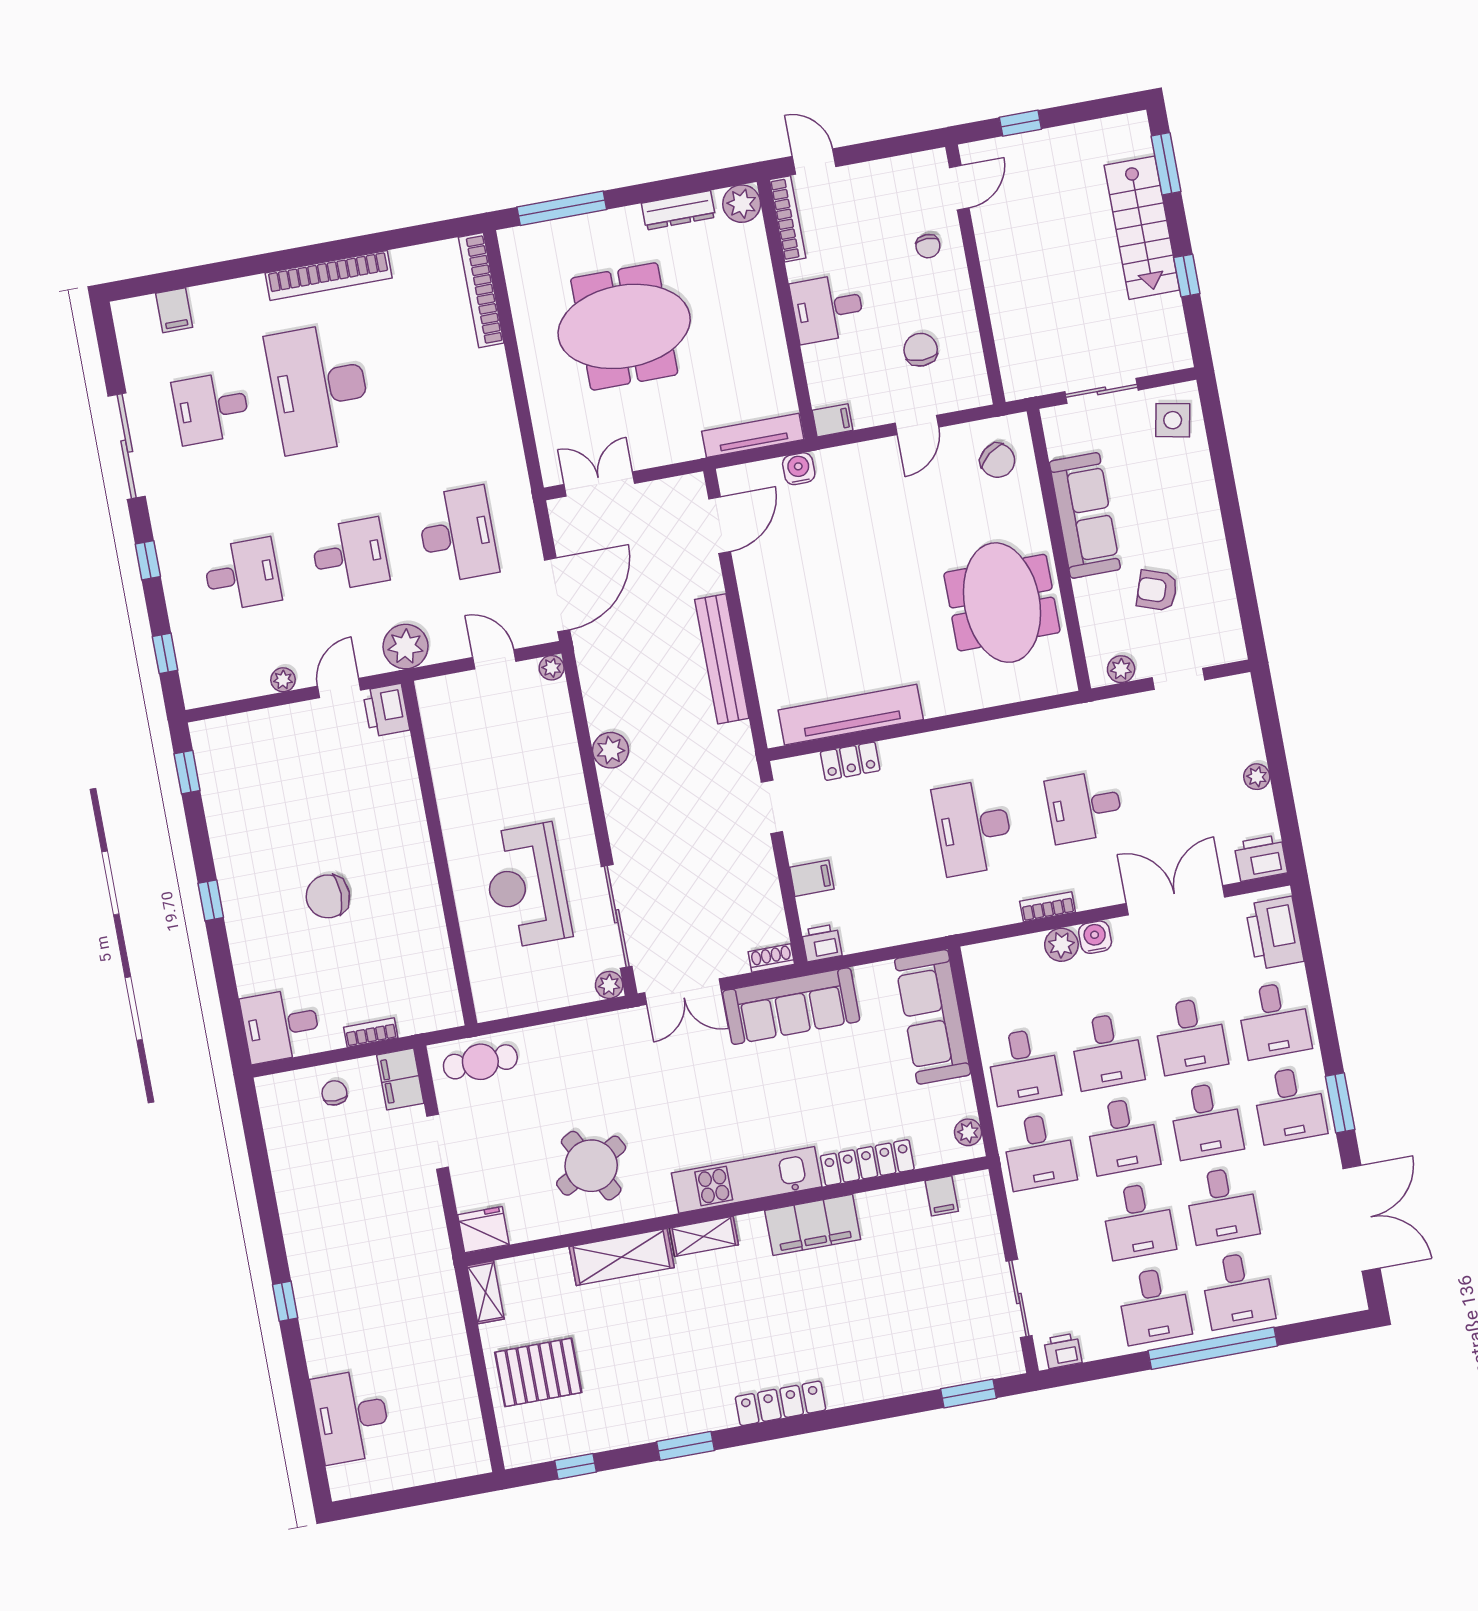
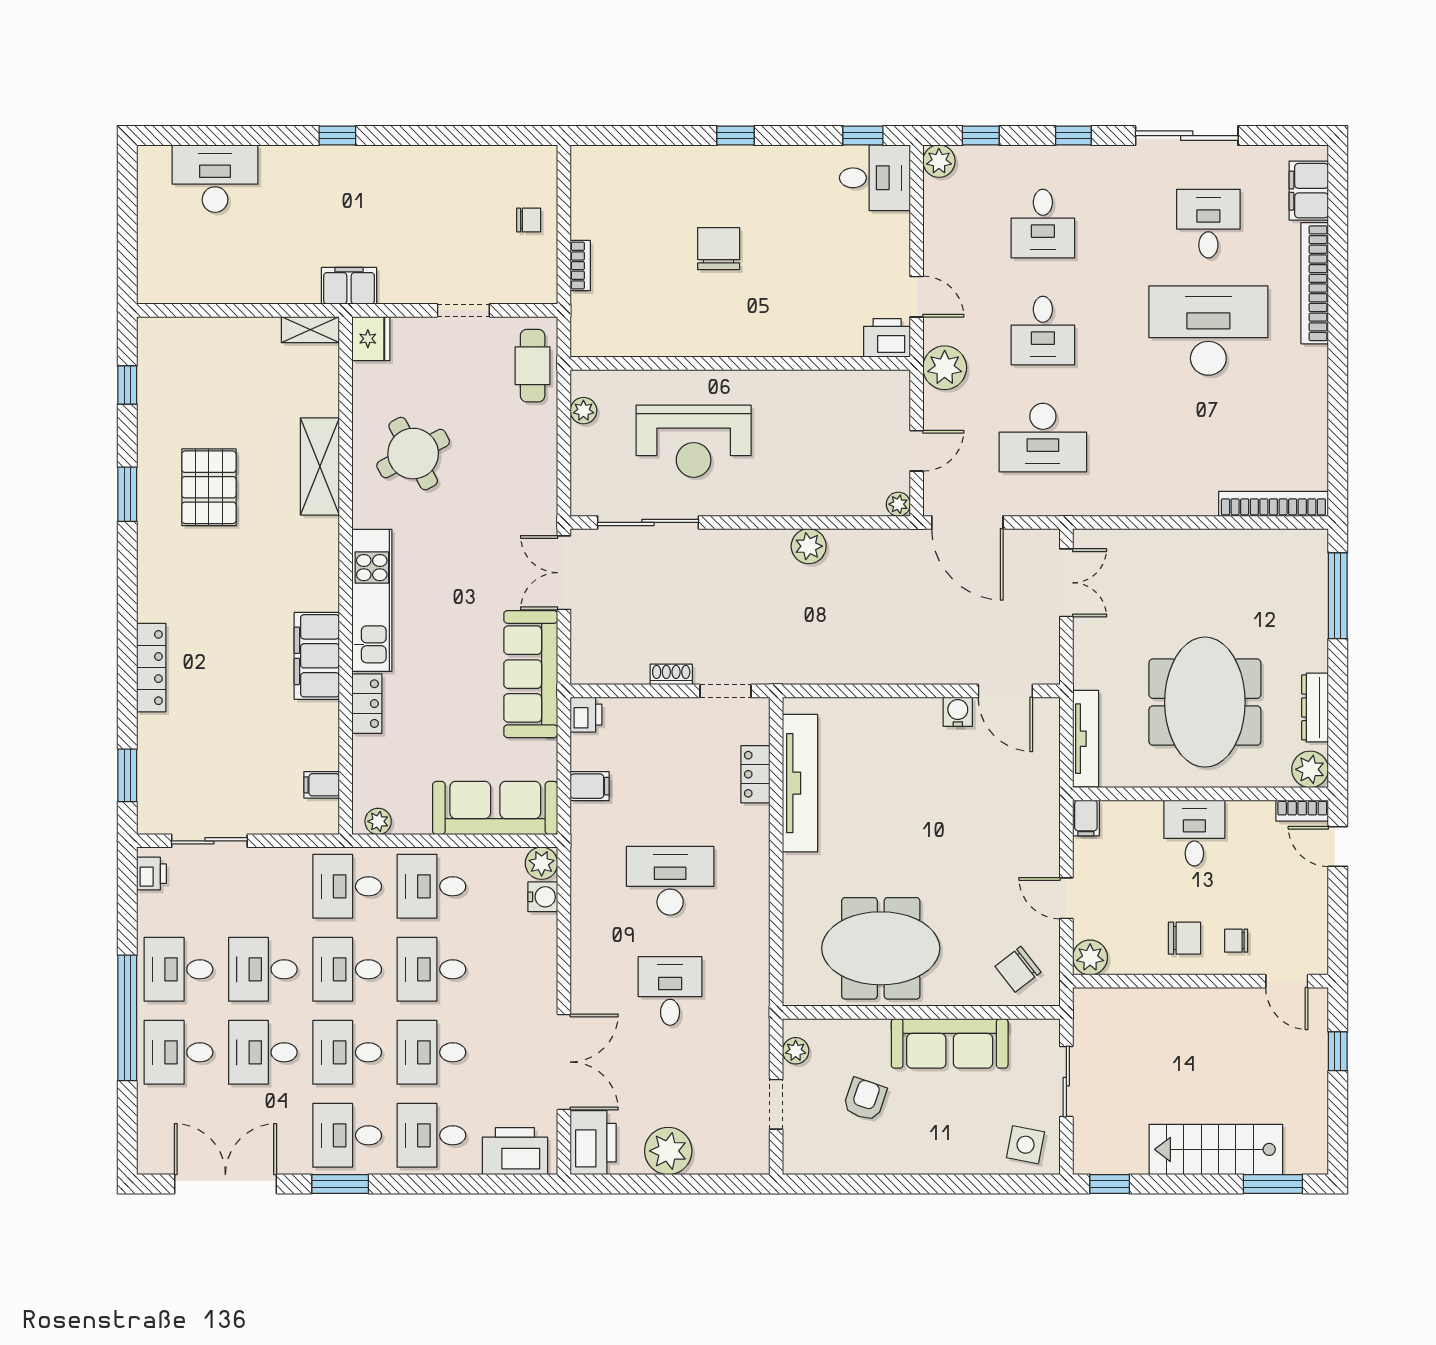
door: (814, 161) -> (1338, 846), swing flipped
bookcase: (788, 219) -> (1302, 811), width x0.64
bookcase: (329, 275) -> (1315, 283), moved
window: (1187, 276) -> (1110, 1184), moved
filing cabinet: (174, 310) -> (1309, 191), width x2.00
meeting table: (624, 326) -> (1205, 702), moved
chair: (921, 350) -> (1185, 938), moved
plant: (972, 390) -> (1090, 957), added
water cooler: (799, 469) -> (958, 712), moved, turned -90
bench: (722, 659) -> (877, 669), removed
plant: (283, 680) -> (939, 161), moved, width x1.38, depth x1.38
plant: (1257, 777) -> (668, 1151), width x1.88, depth x1.88
printer: (1261, 858) -> (593, 1143), width x1.37, depth x1.19
filing cabinet: (812, 878) -> (590, 786), moved, turned -90
reception desk: (526, 886) -> (694, 441), turned 180
bookcase: (1048, 907) -> (581, 938), removed
water cooler: (1095, 937) -> (543, 897), moved
plant: (1061, 945) -> (542, 863), moved
shoe rack: (771, 958) -> (671, 674), moved, turned -90
plant: (609, 985) -> (583, 411), moved
desk: (281, 1025) -> (875, 178), moved, turned 90
filing cabinet: (400, 1079) -> (349, 286), moved
locker: (867, 1163) -> (367, 704), width x0.66
double door: (1361, 1218) -> (225, 1184), swing flipped
shelving: (704, 1236) -> (325, 549), removed
pallet: (538, 1372) -> (209, 487), moved
locker: (780, 1403) -> (151, 668), moved

